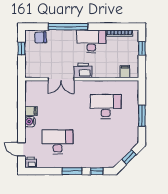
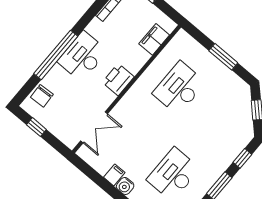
desk: (91, 41) -> (83, 56), moved
filing cabinet: (125, 72) -> (154, 39), width x2.00
double door: (61, 79) -> (94, 127), moved

